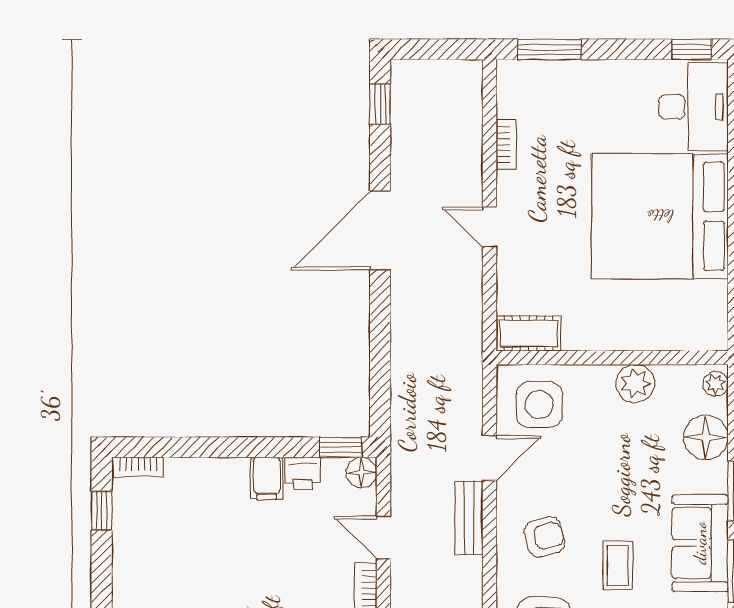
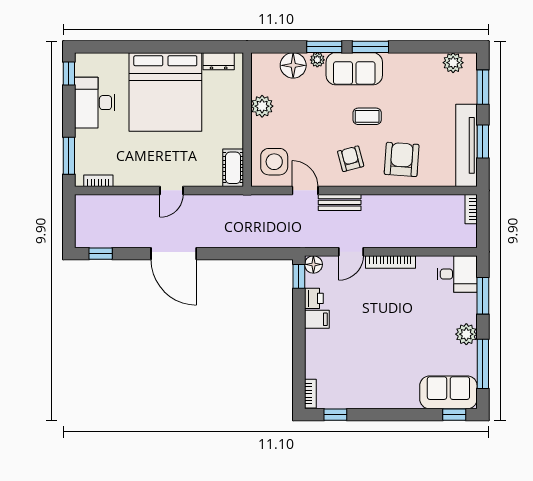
desk: (694, 107) -> (95, 103), moved, turned -90
bookcase: (506, 145) -> (98, 181), moved
dresser: (713, 308) -> (219, 61), added
plant: (716, 384) -> (317, 60), moved

